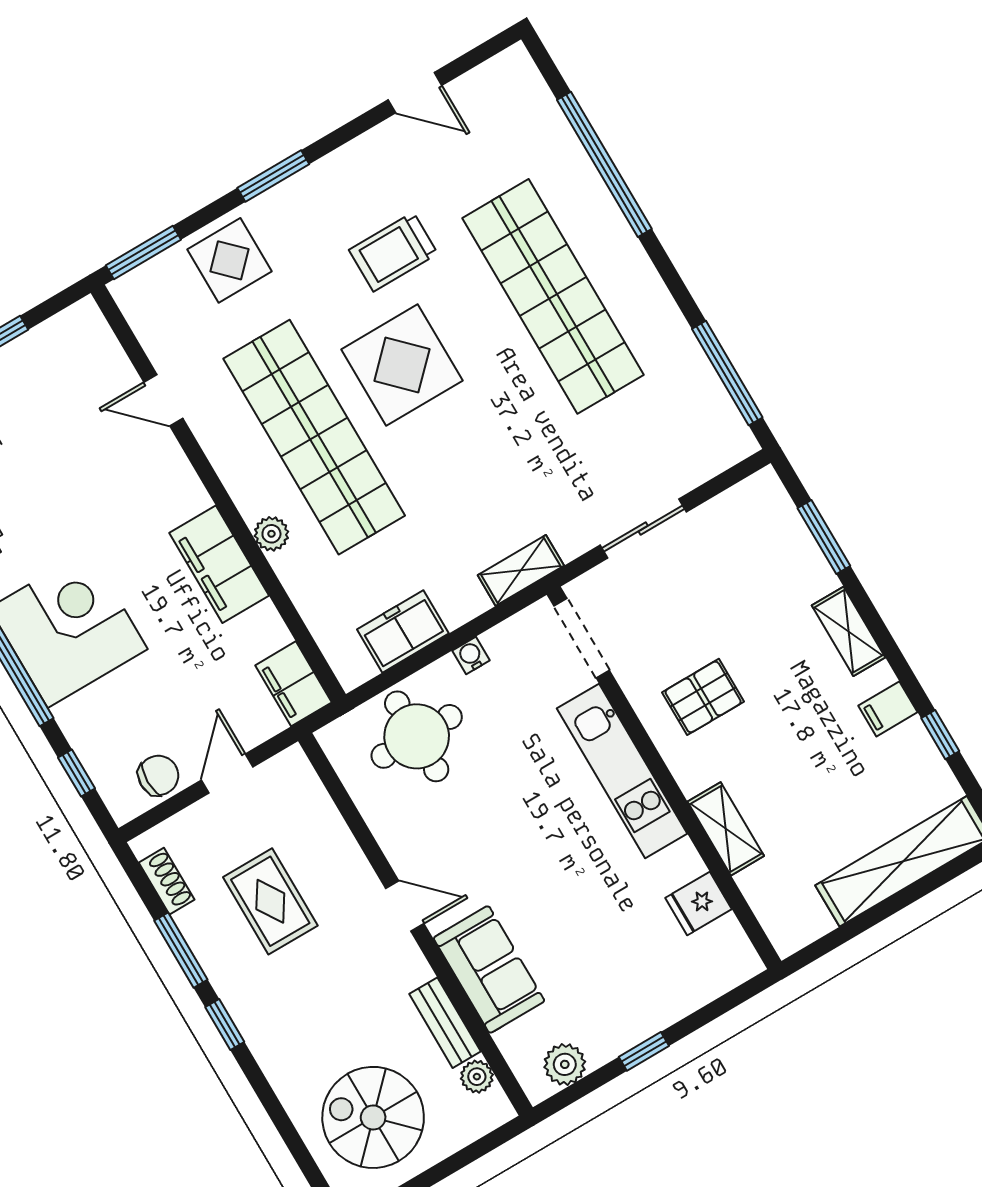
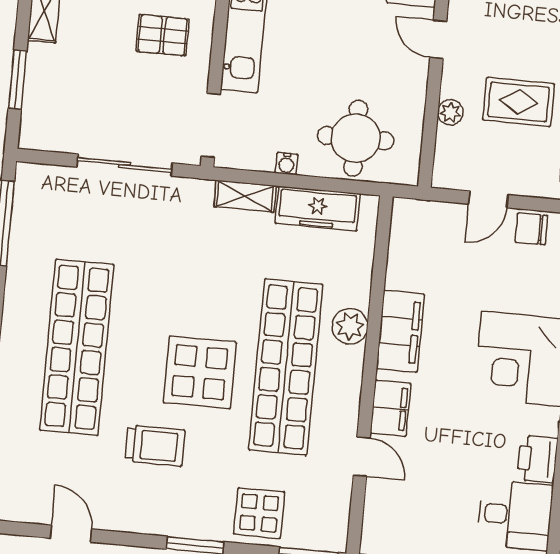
sliding door: (643, 529) -> (125, 165), width x1.37
plant: (271, 534) -> (350, 326), width x1.38, depth x1.38
shelving: (521, 570) -> (245, 196), moved
freezer: (403, 631) -> (318, 209), width x1.40
filing cabinet: (294, 684) -> (391, 408), moved
plant: (335, 837) -> (450, 112), added
rug: (270, 901) -> (519, 102), turned 90

